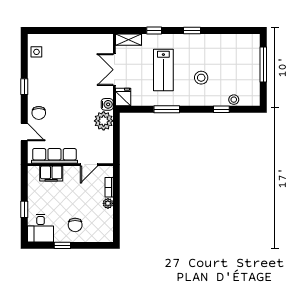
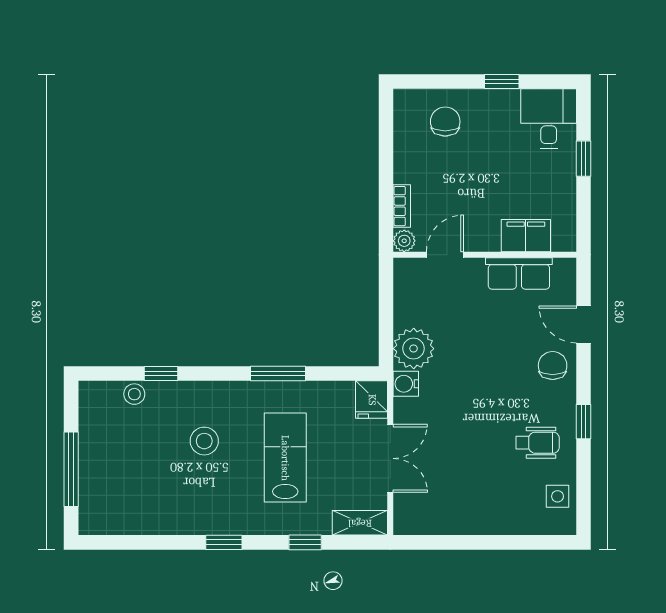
wheelchair: (46, 77) -> (538, 443), added
row of seats: (54, 156) -> (519, 273), width x0.68
plant: (108, 203) -> (404, 241), moved
chair: (75, 225) -> (445, 122), moved

